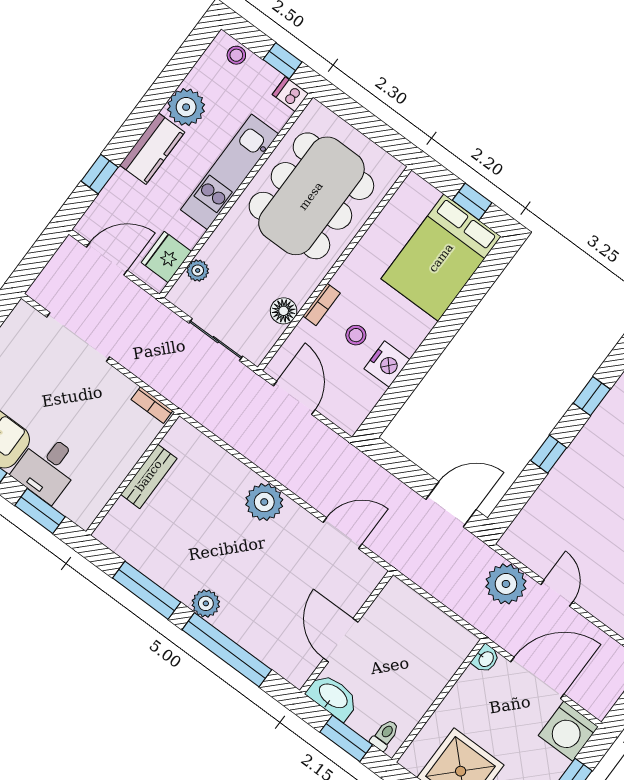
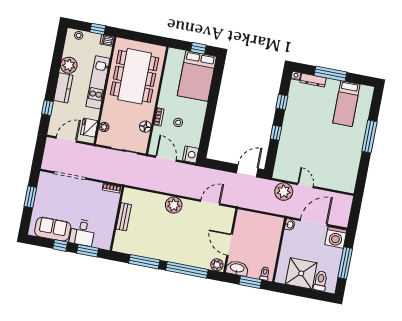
nightstand: (387, 364) -> (191, 155), moved
plant: (206, 603) -> (217, 265), moved

